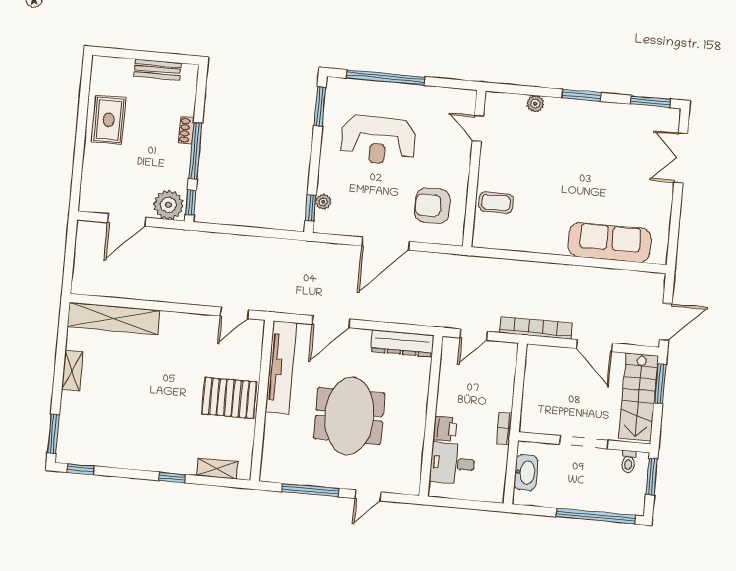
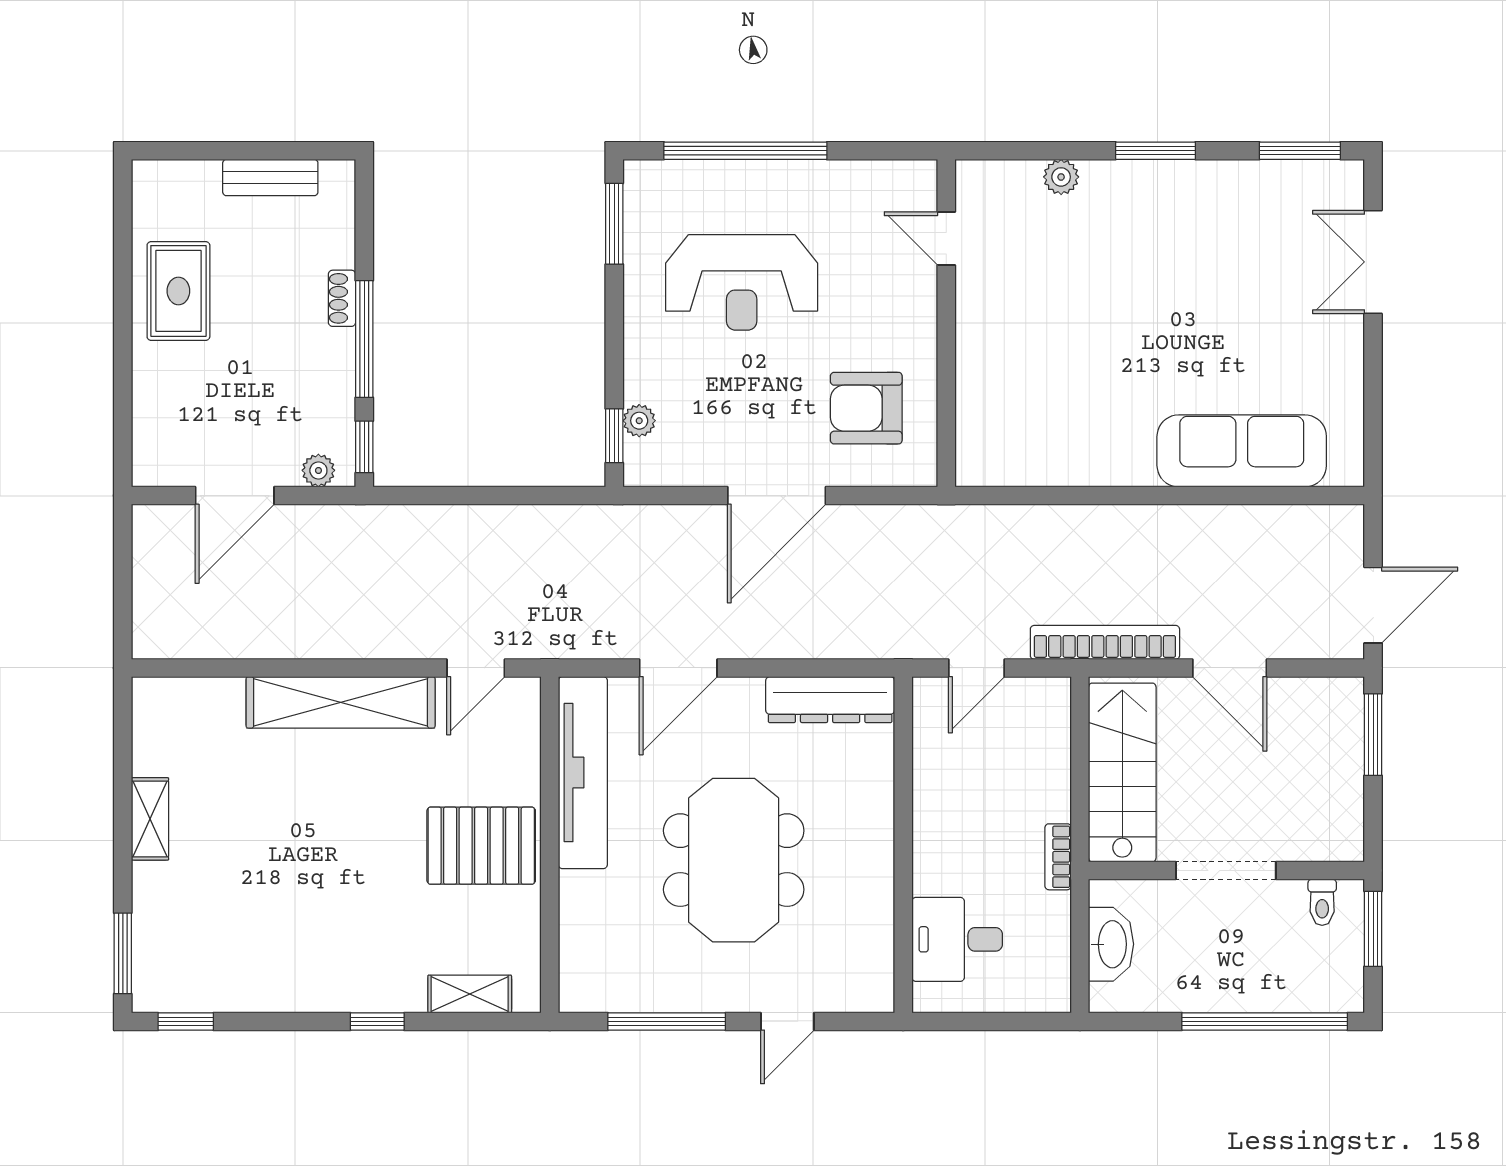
coffee table: (496, 203) -> (998, 390), removed
plant: (168, 205) -> (318, 470), width x0.53, depth x0.53
shelving: (114, 318) -> (341, 702), moved
stairs: (638, 397) -> (1122, 772), moved, turned 180
printer: (445, 429) -> (935, 869), removed

